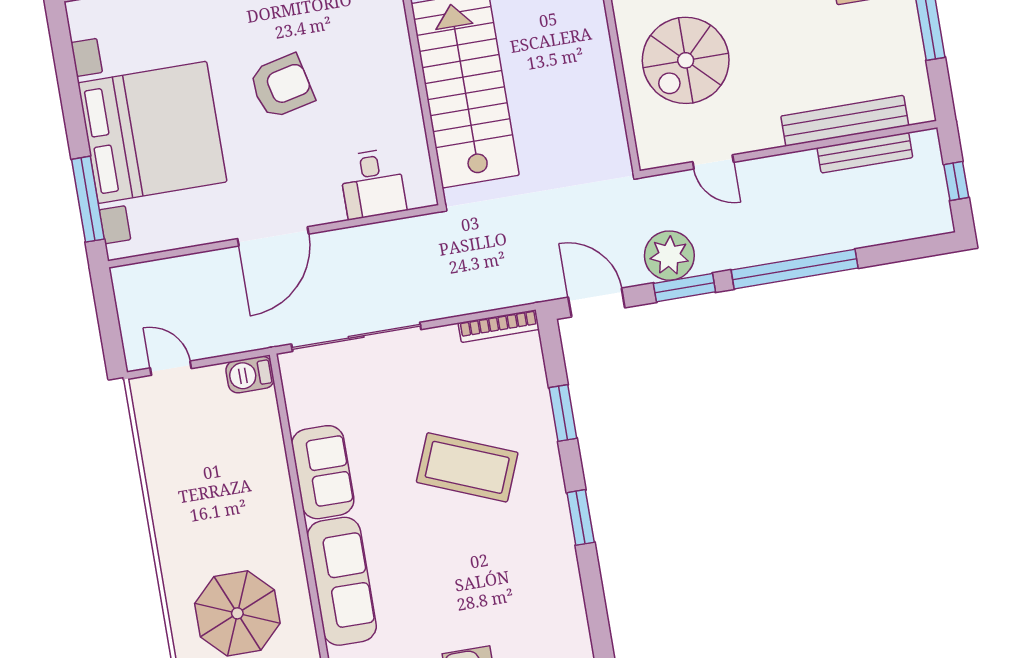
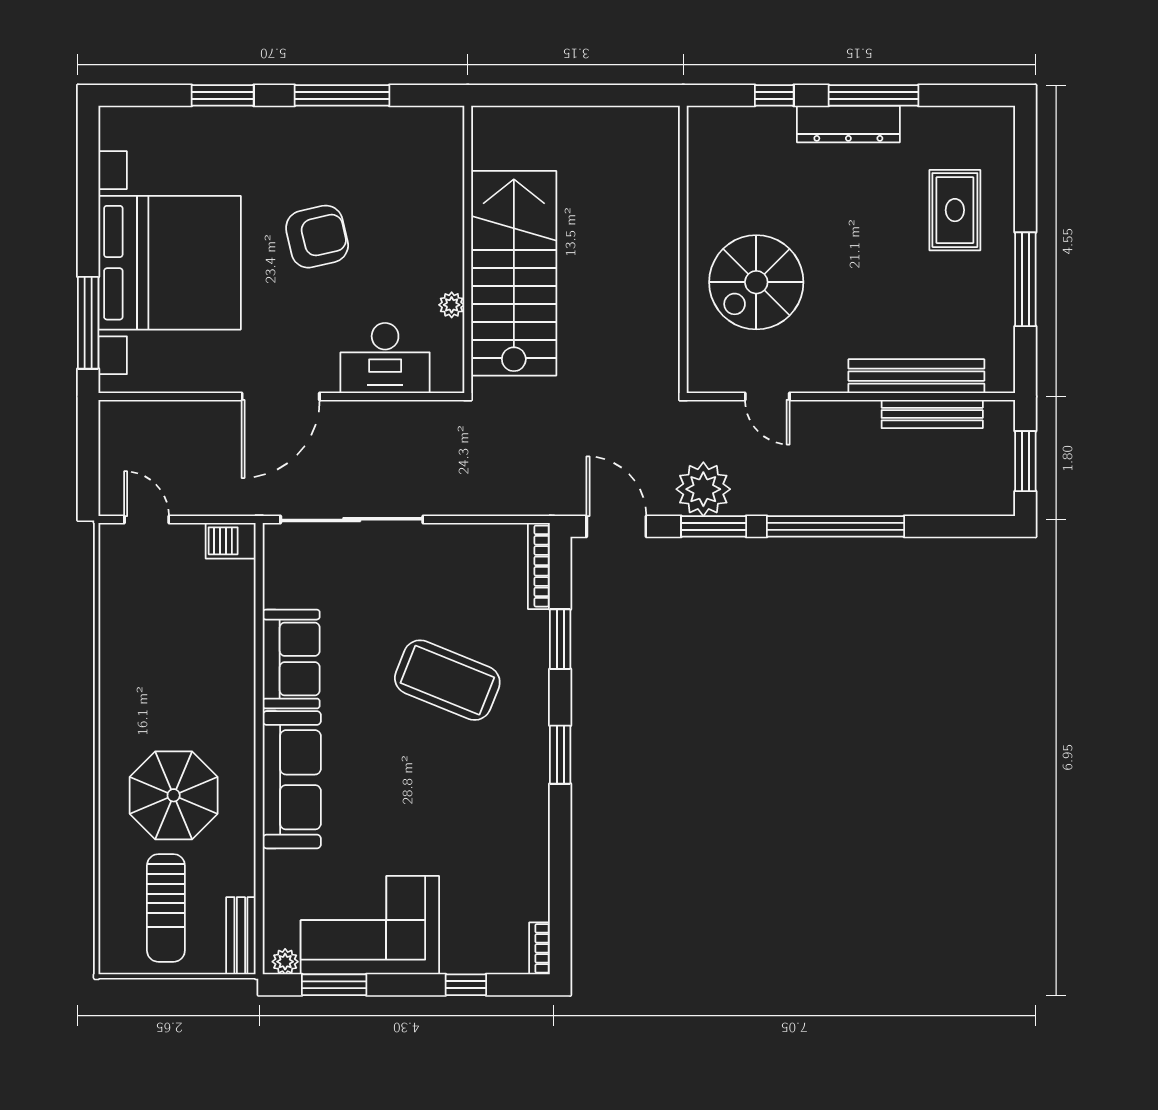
plant: (414, 127) -> (452, 305), added
window: (956, 181) -> (1025, 461), width x1.50
desk: (373, 184) -> (385, 358), width x1.37
bookcase: (499, 326) -> (539, 566), moved, turned 90

